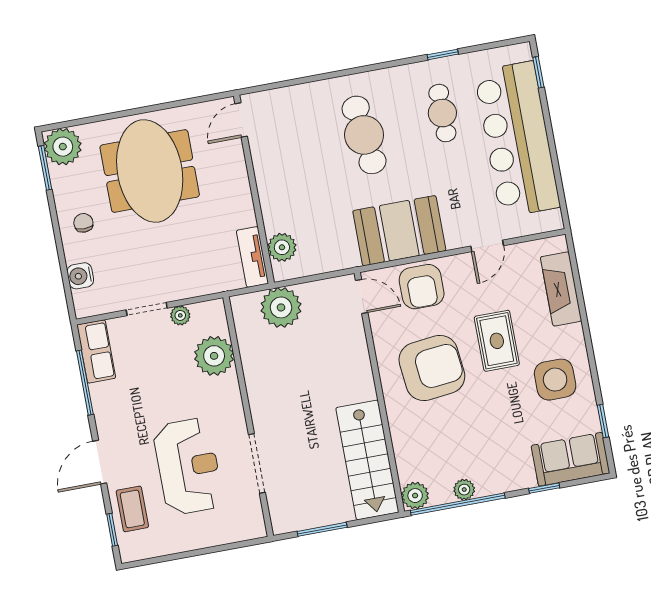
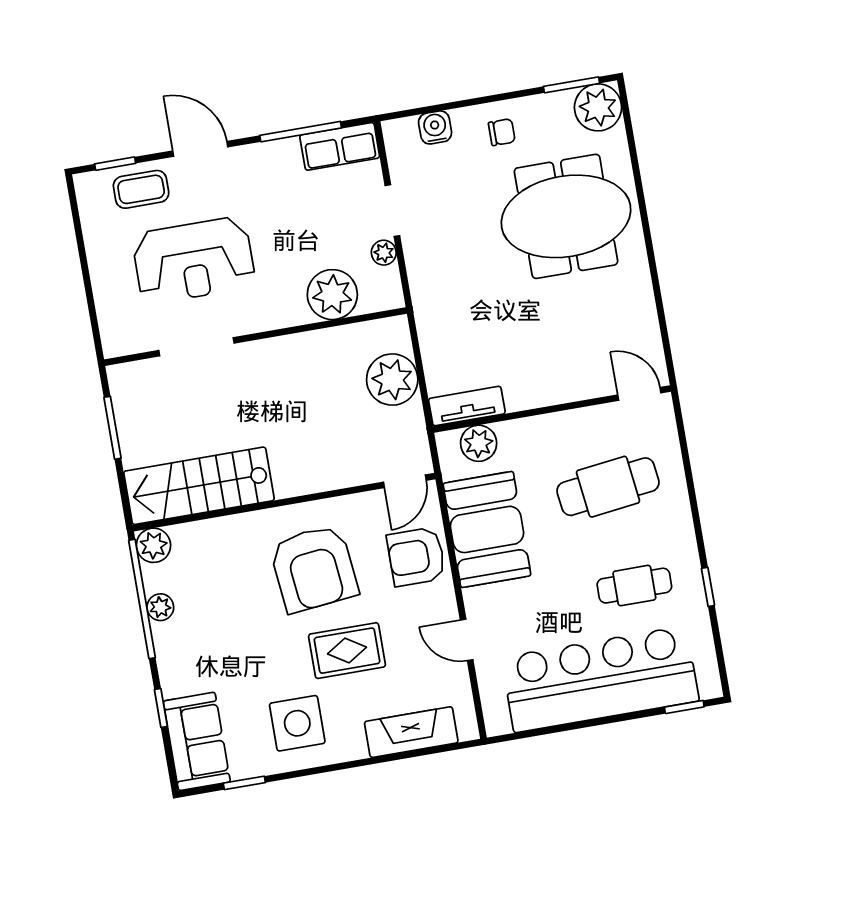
door: (241, 120) -> (639, 394), moved
wall: (254, 189) -> (552, 409), moved
plant: (282, 247) -> (479, 443), moved
tv unit: (252, 257) -> (467, 406), moved

